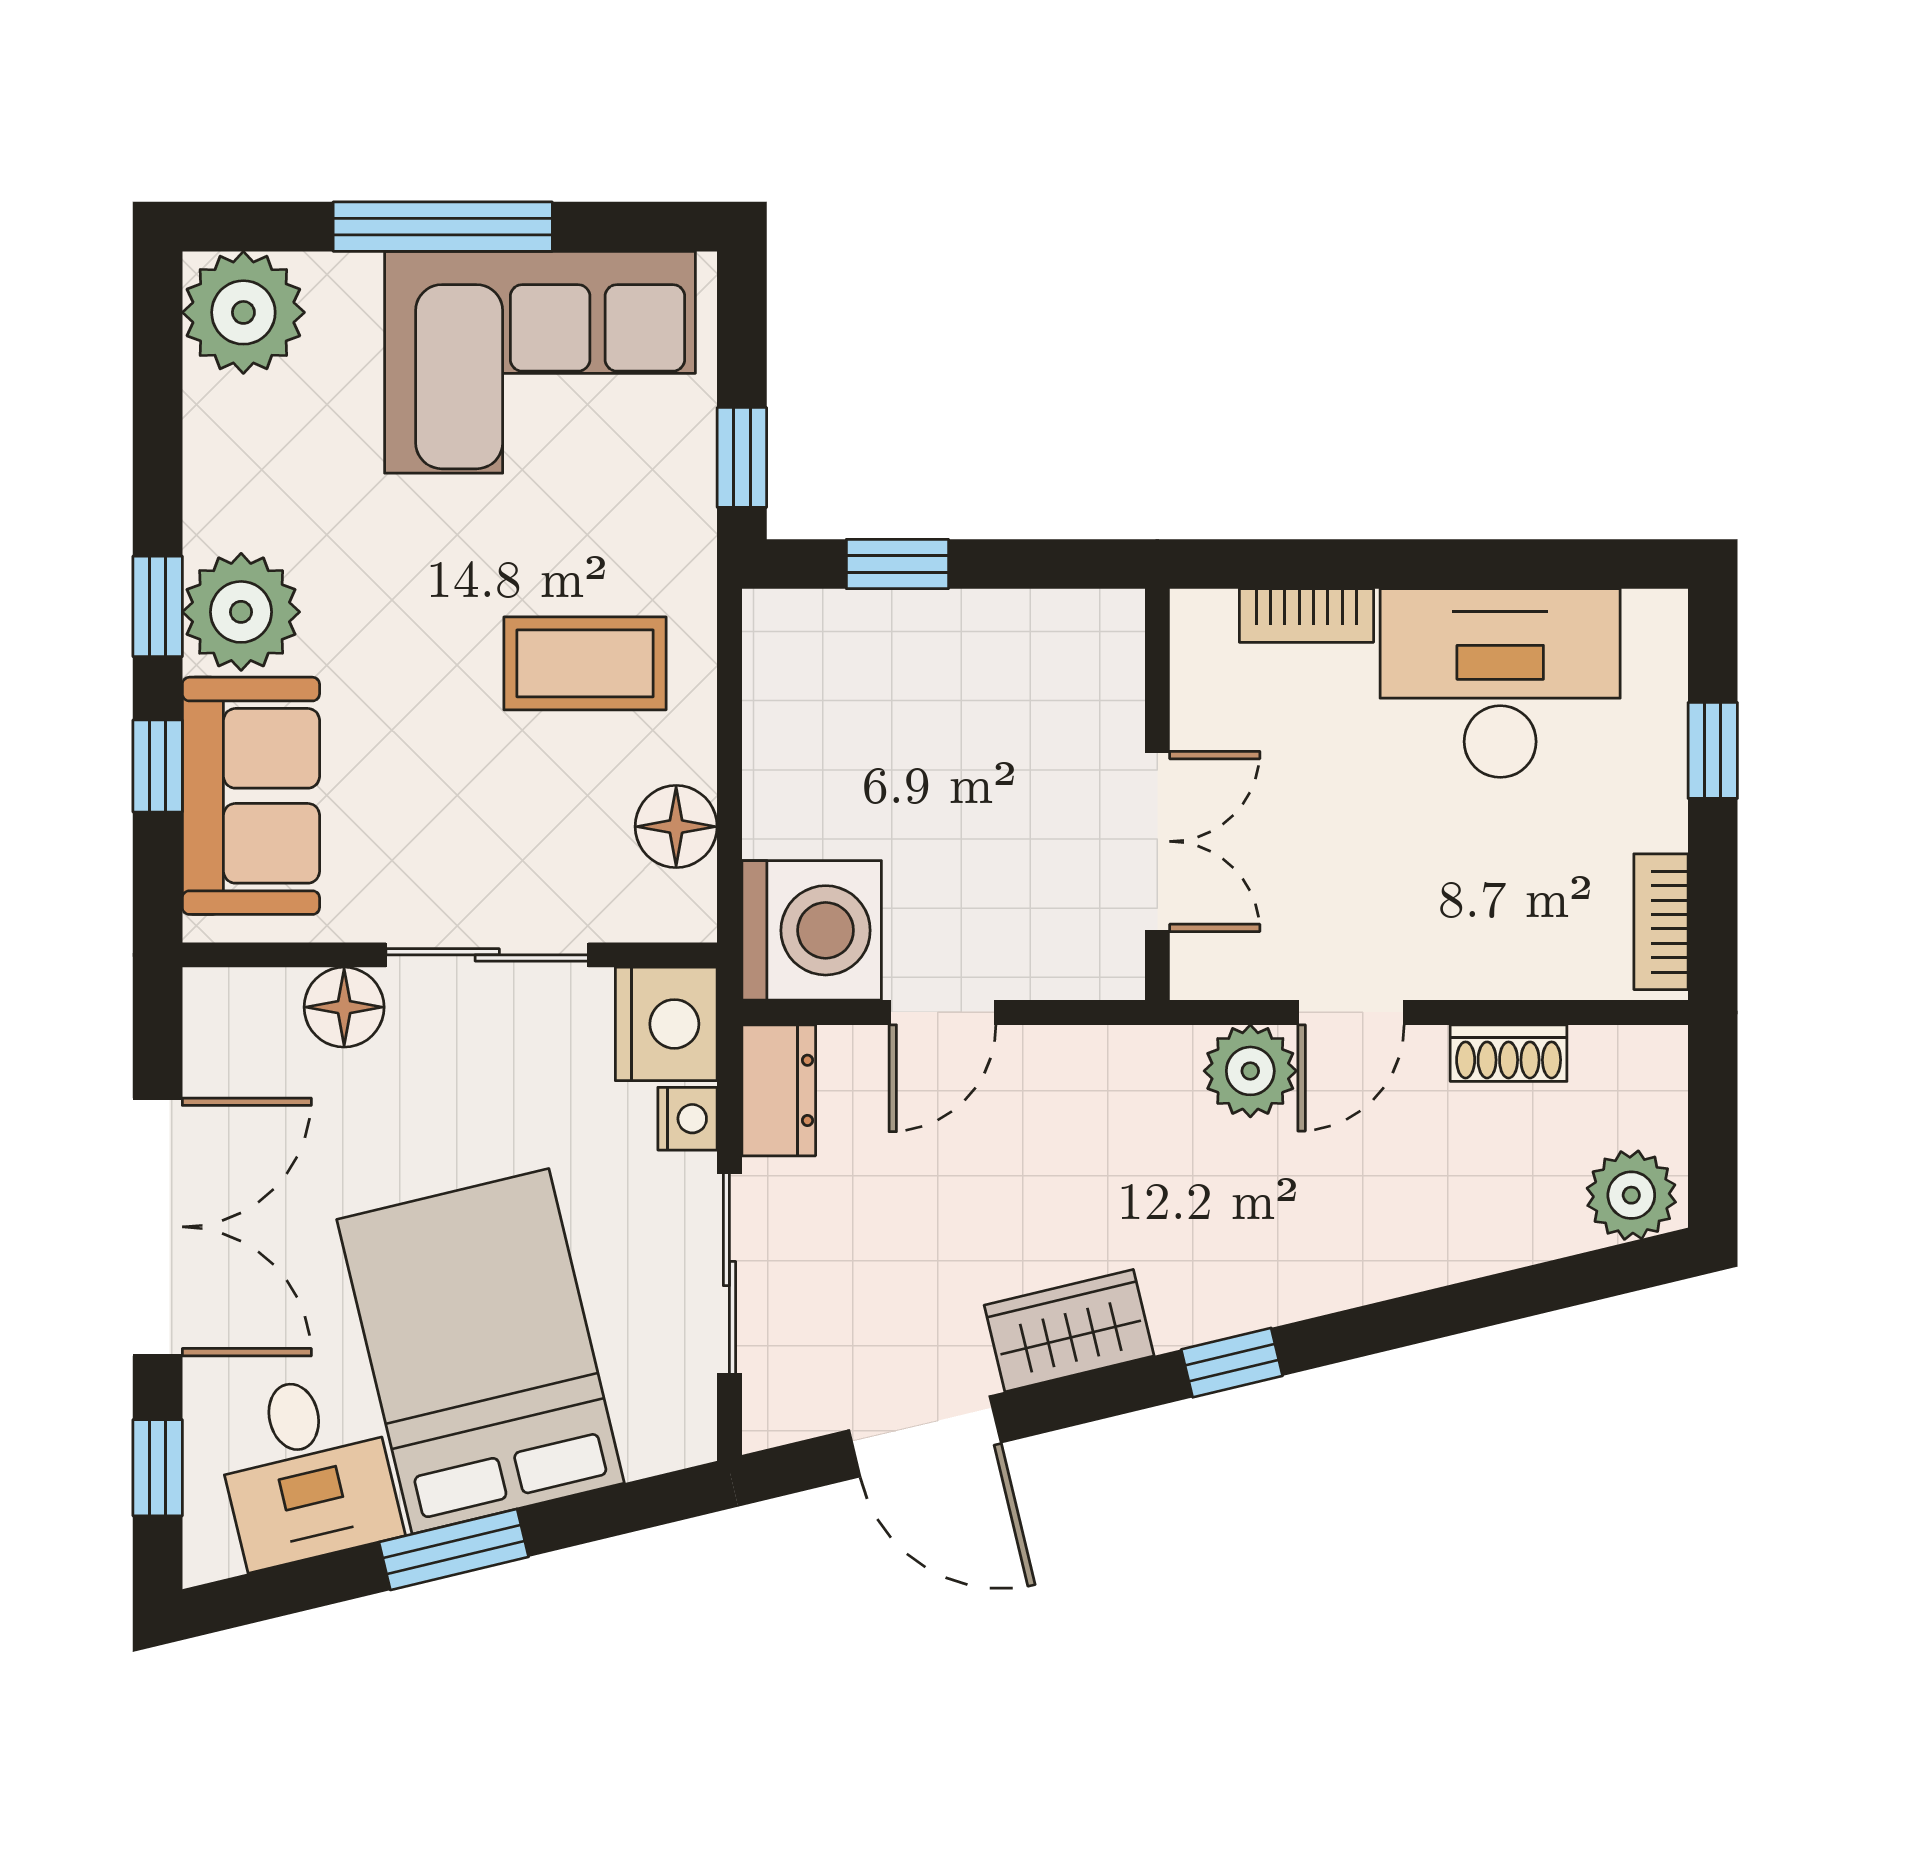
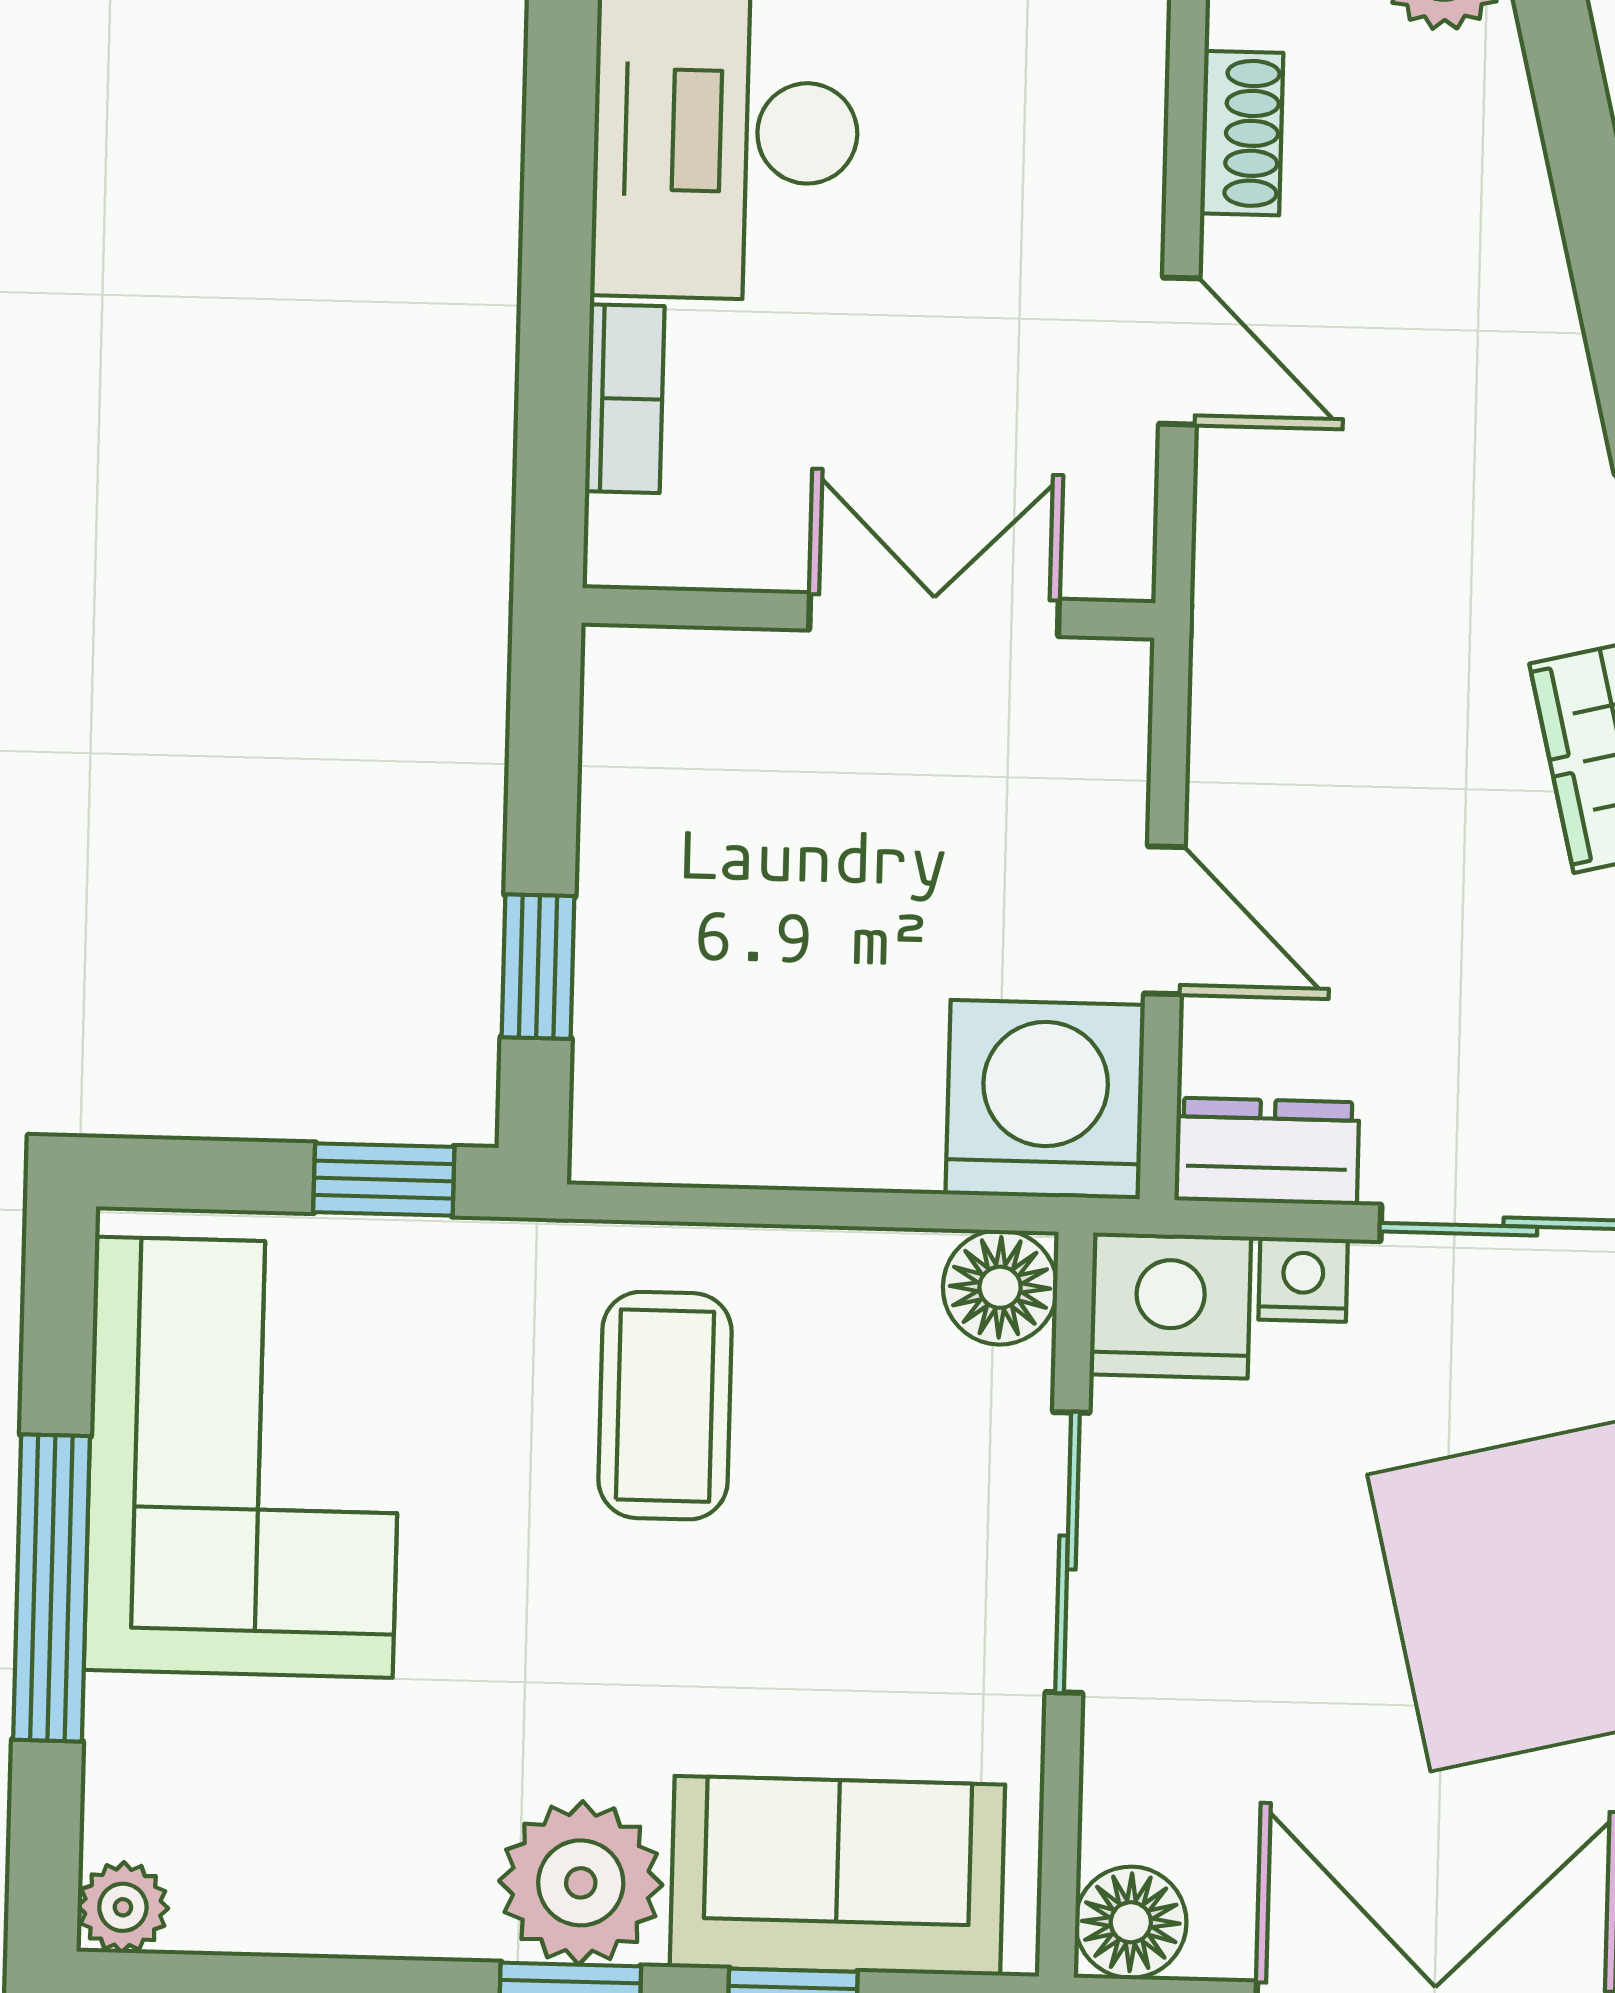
plant: (243, 312) -> (123, 1907), width x0.53, depth x0.53
floor lamp: (676, 827) -> (1000, 1287), moved
floor lamp: (344, 1007) -> (1131, 1922), moved
plant: (1250, 1071) -> (1257, 494), removed

